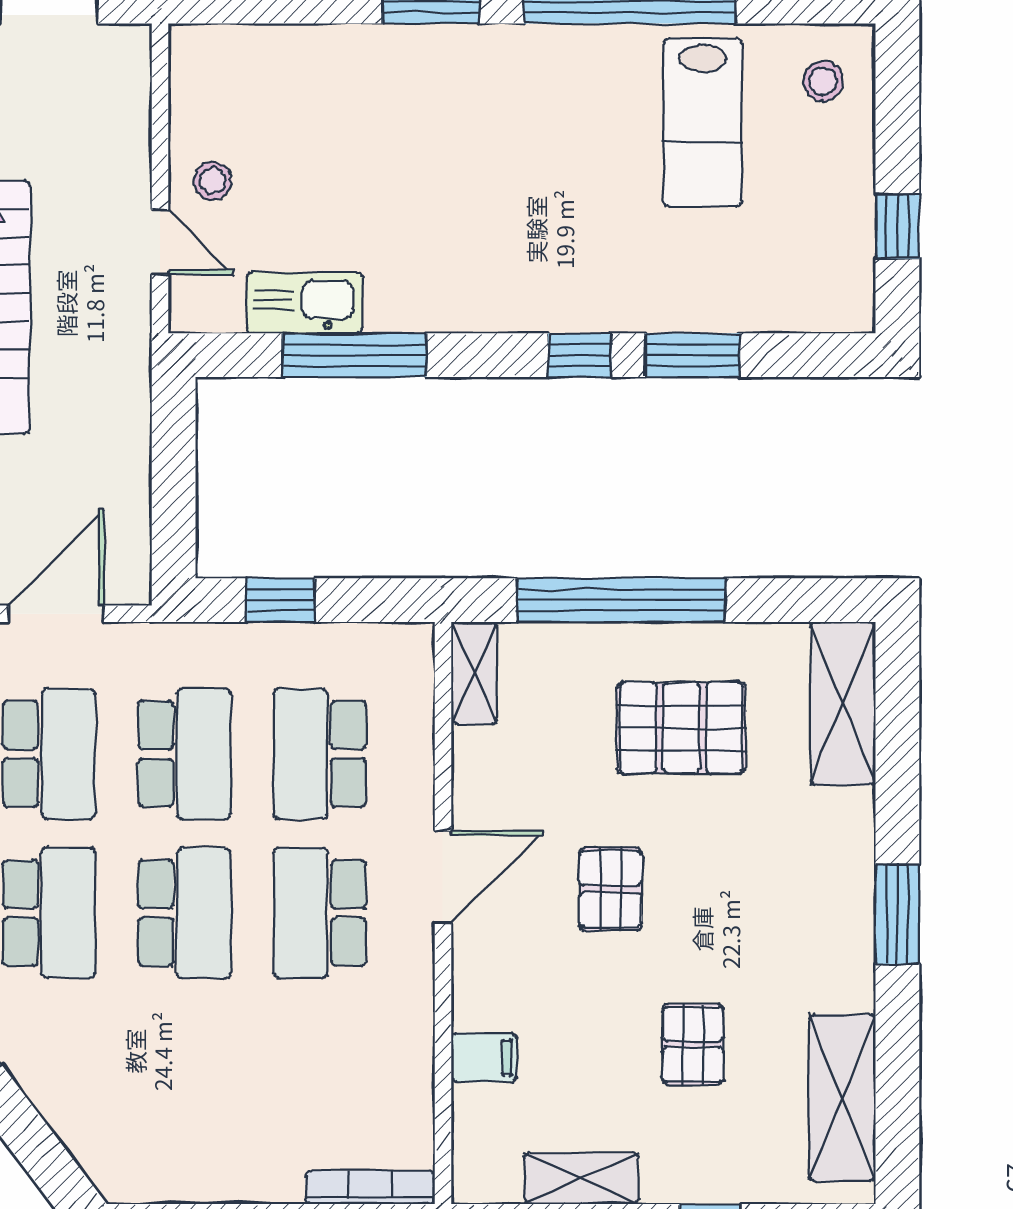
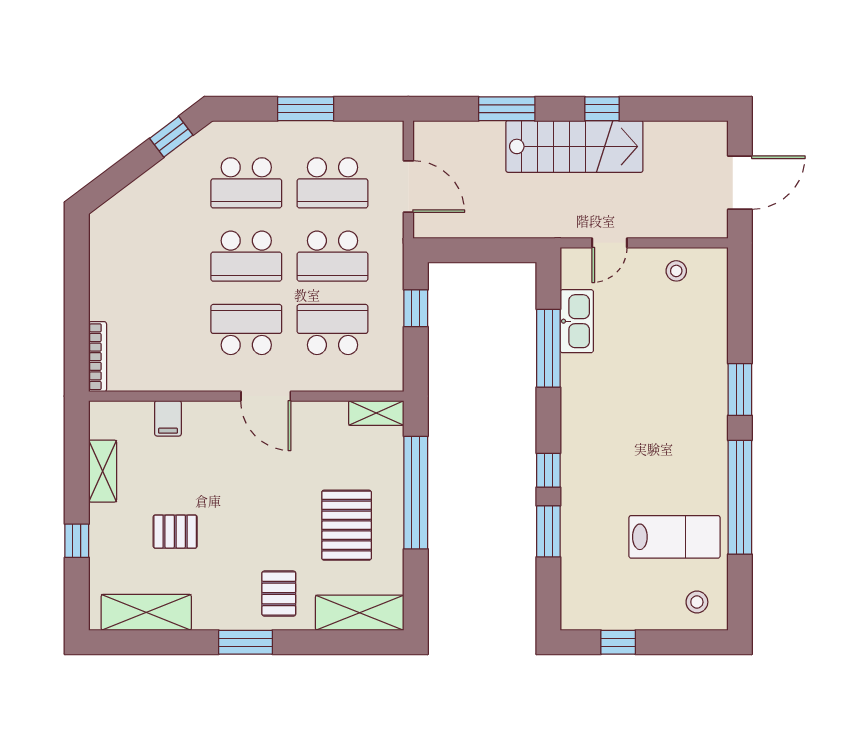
lab bench: (703, 122) -> (675, 537), turned 180
stool: (213, 181) -> (676, 271), moved
pallet: (611, 889) -> (279, 594), moved, turned 90

